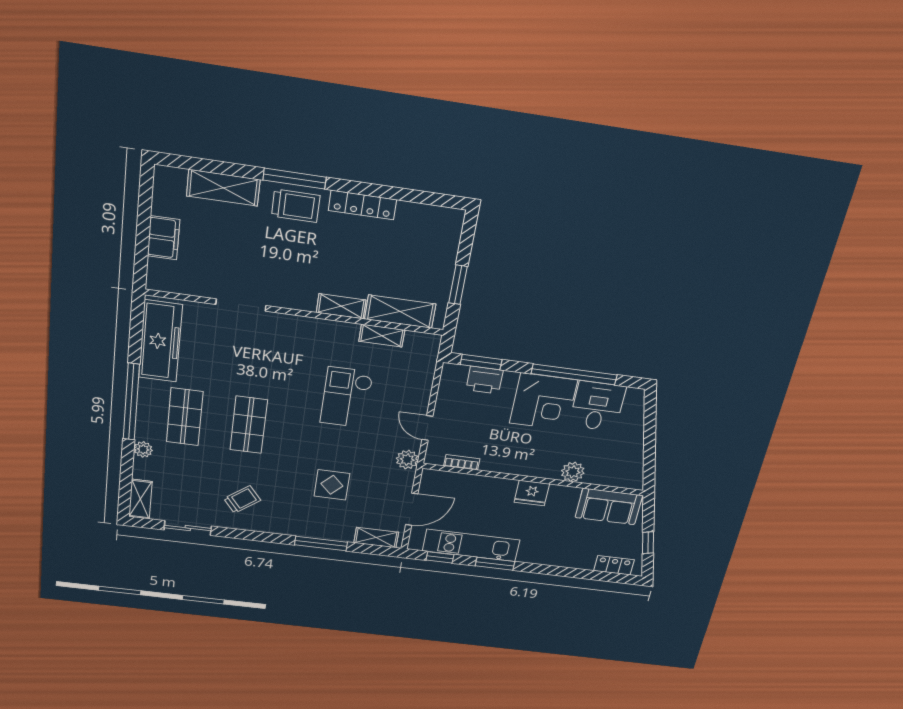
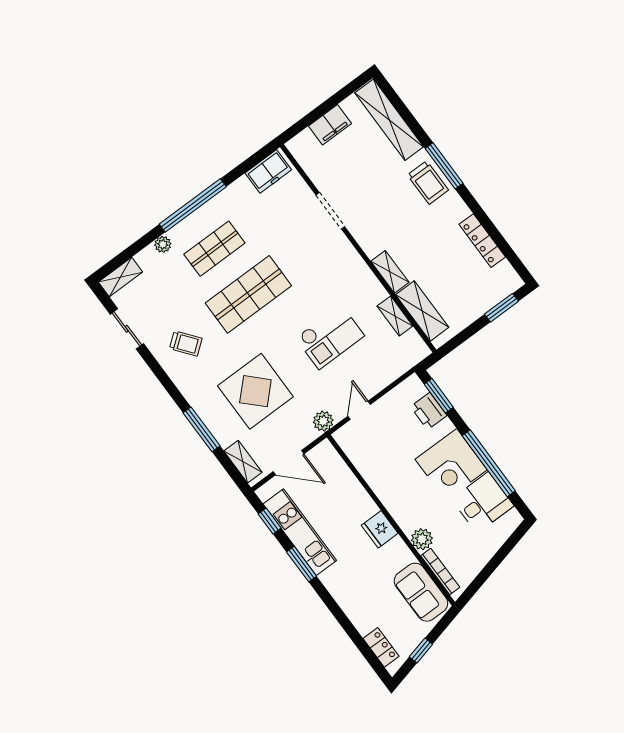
shelving: (223, 188) -> (389, 120), width x1.47
locker: (362, 205) -> (482, 241), moved
window: (458, 285) -> (502, 308), moved
freezer: (160, 341) -> (268, 171), width x0.52, depth x0.79
checkout: (347, 397) -> (330, 337), turned 180
shop shelf: (249, 425) -> (248, 294), width x1.43, depth x1.36
bookcase: (462, 462) -> (440, 572), moved, width x1.56
display table: (332, 485) -> (255, 391), width x1.86, depth x1.86

